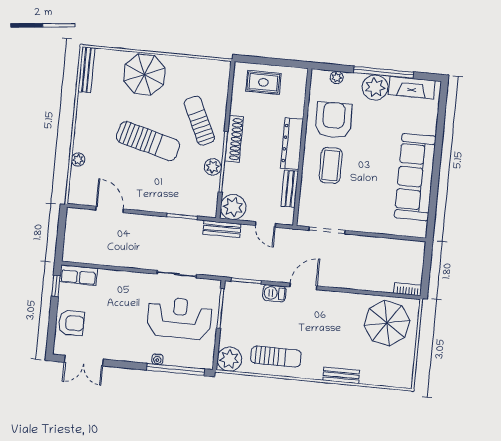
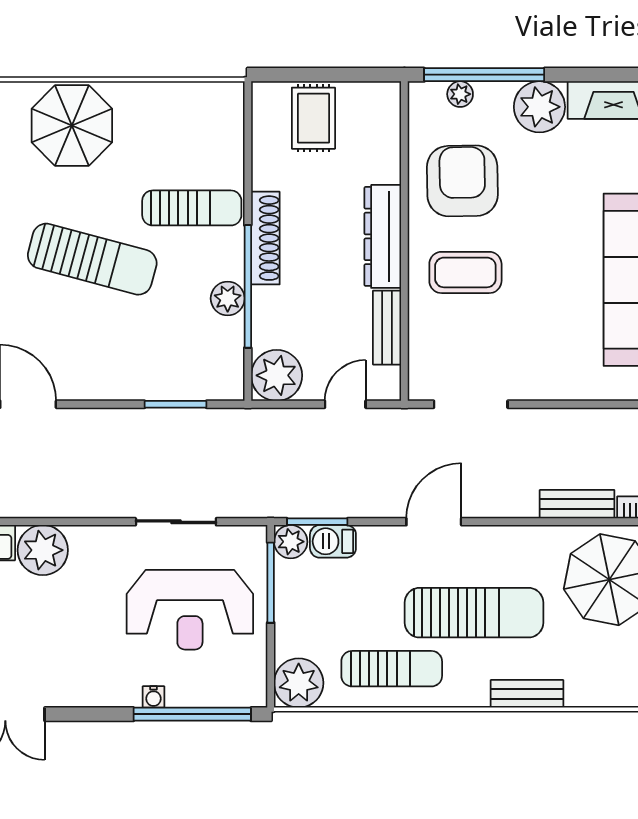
window: (384, 72) -> (484, 75), moved
rug: (263, 82) -> (313, 118), turned 90
sun lounger: (199, 121) -> (192, 208), turned 115
coffee table: (331, 165) -> (465, 272), turned 90
door: (265, 224) -> (345, 404), swing flipped
bench: (222, 229) -> (577, 504), moved
plant: (110, 282) -> (43, 550), added
plant: (232, 289) -> (291, 542), added
barbecue: (274, 293) -> (333, 541), moved
reception desk: (179, 318) -> (190, 610), turned 180
sun lounger: (319, 333) -> (474, 613), added

